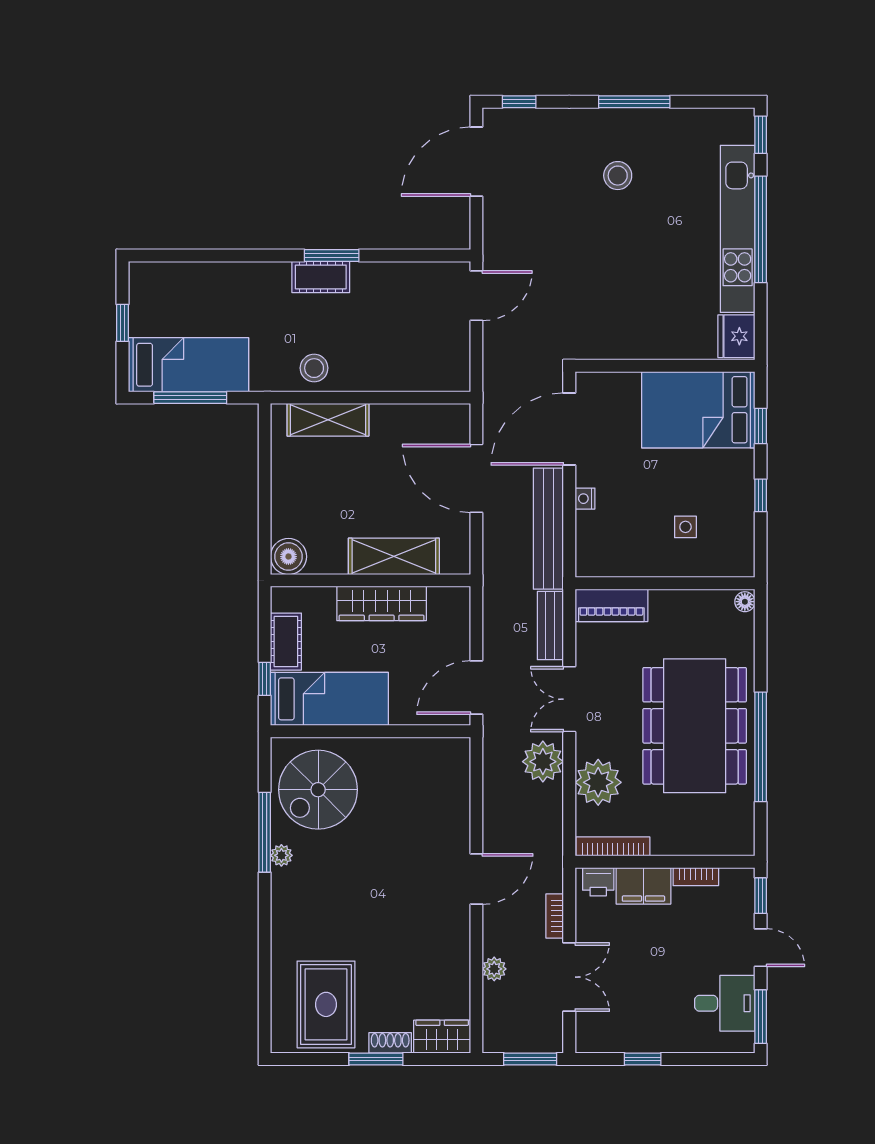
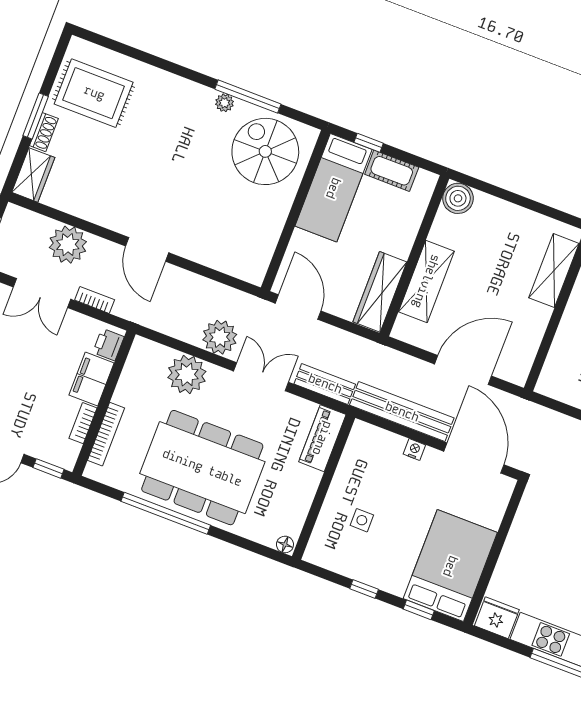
wardrobe: (382, 603) -> (380, 292), moved
bookcase: (613, 846) -> (106, 434), moved
plant: (494, 969) -> (68, 245), width x1.87, depth x1.87

